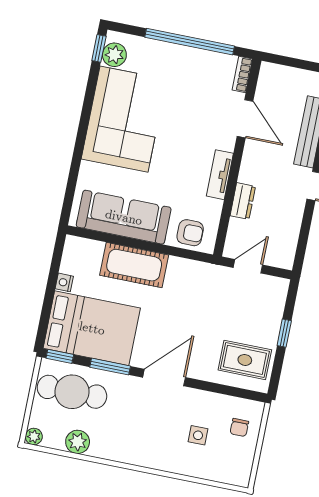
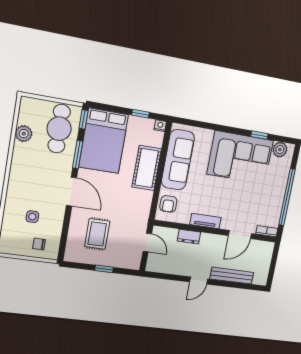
window: (99, 48) -> (259, 135), moved
window: (54, 273) -> (140, 114), added
nightstand: (64, 282) -> (160, 126), moved
rug: (245, 360) -> (97, 234), moved
plant: (34, 437) -> (26, 102), removed

